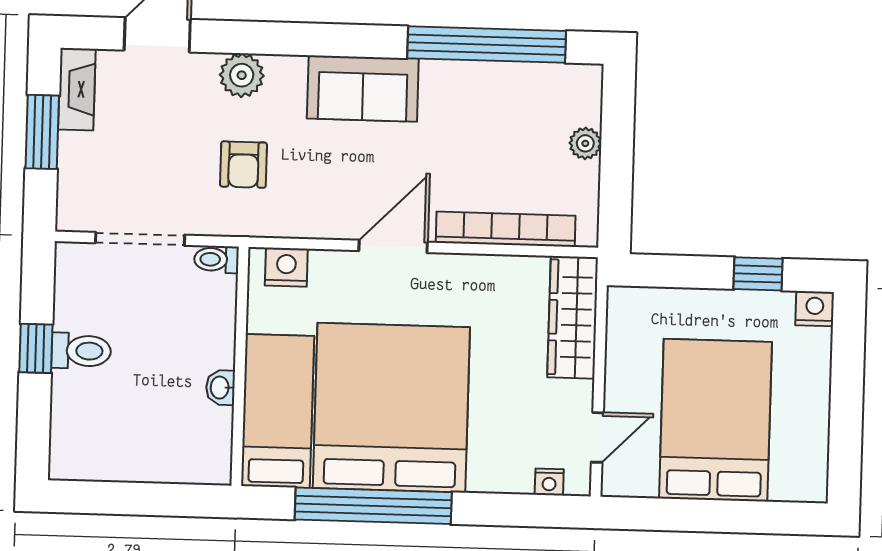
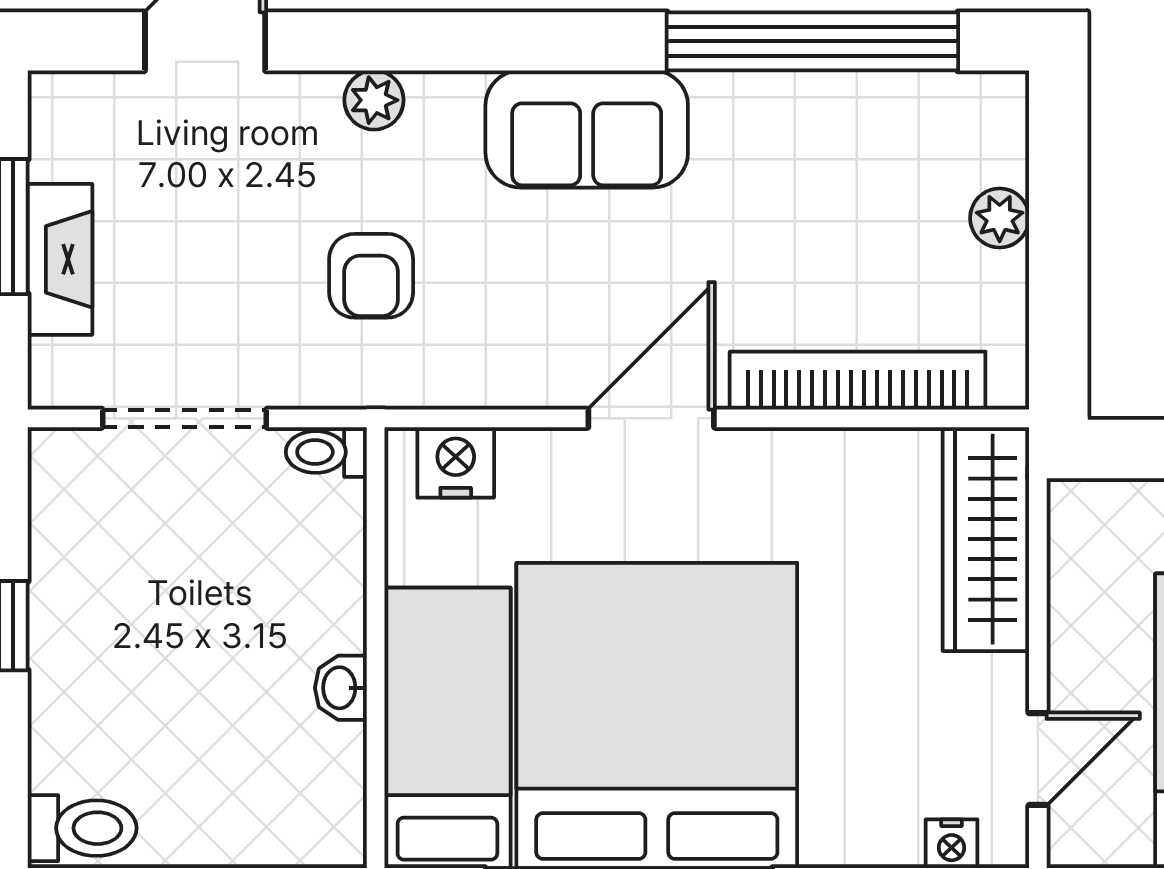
plant: (242, 75) -> (374, 100), width x0.73, depth x0.73
fireplace: (77, 89) -> (60, 259), moved
toilet: (81, 351) -> (82, 828), moved

